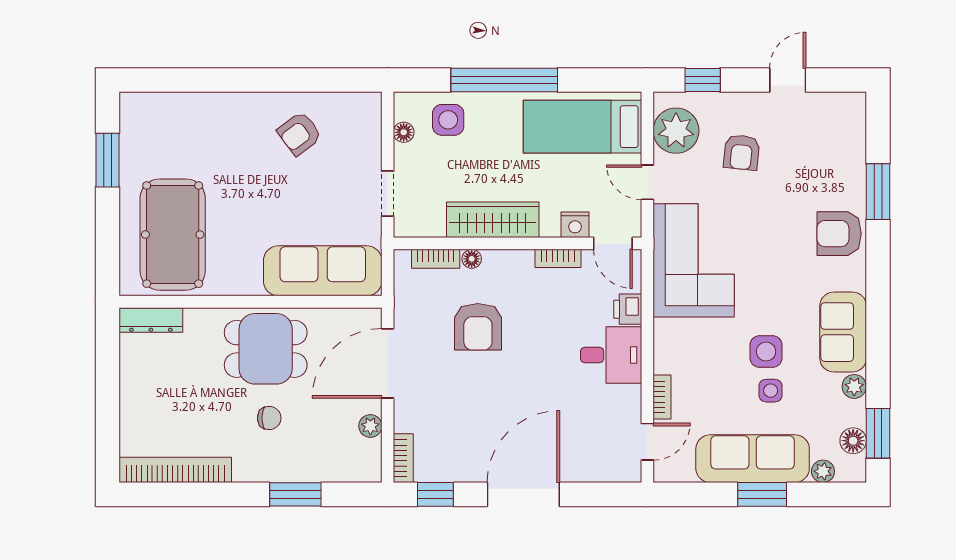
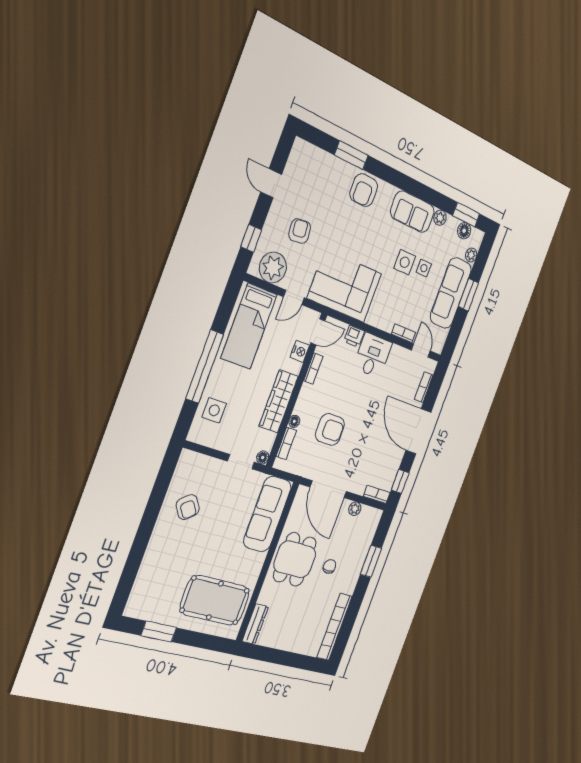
floor lamp: (404, 132) -> (263, 457), moved
armchair: (742, 152) -> (300, 231), turned -102
bookcase: (594, 473) -> (424, 387), added

